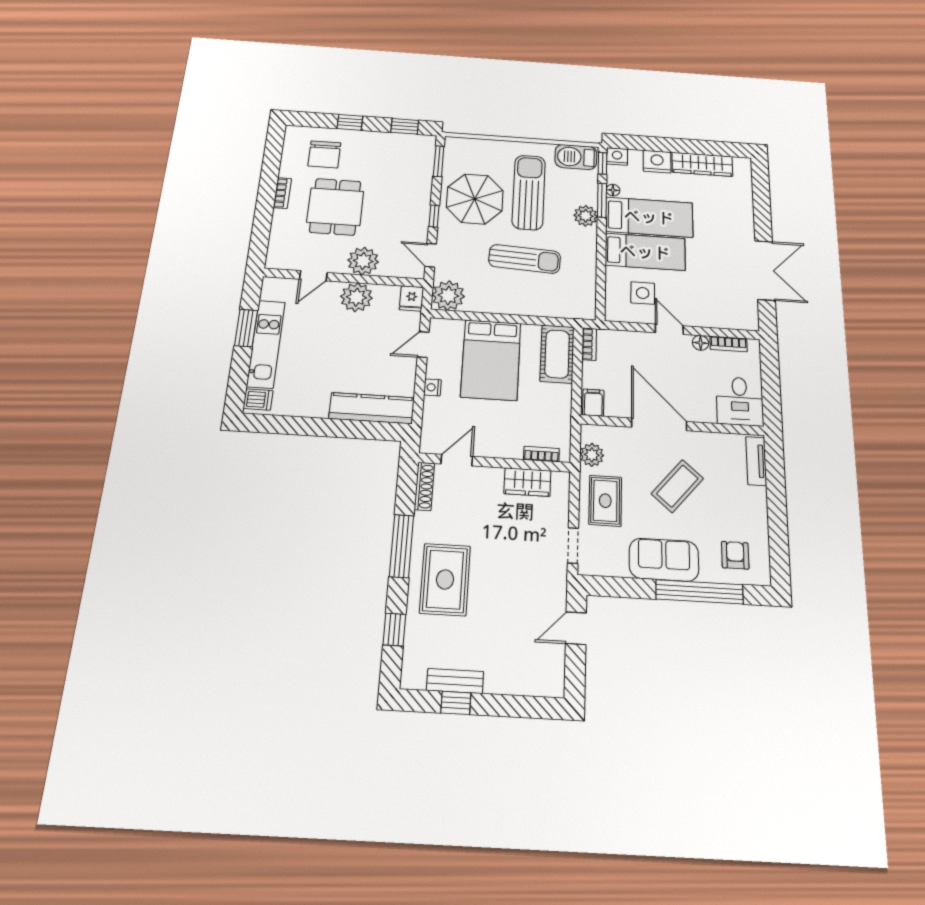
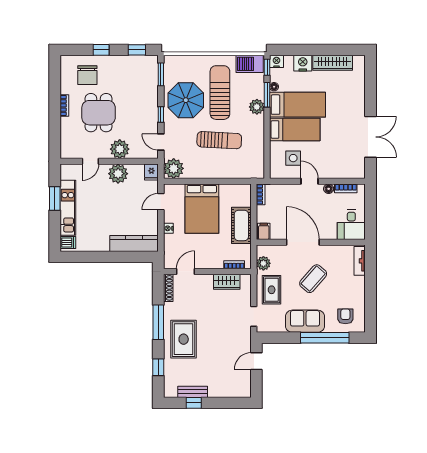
cot: (557, 354) -> (241, 225), moved

